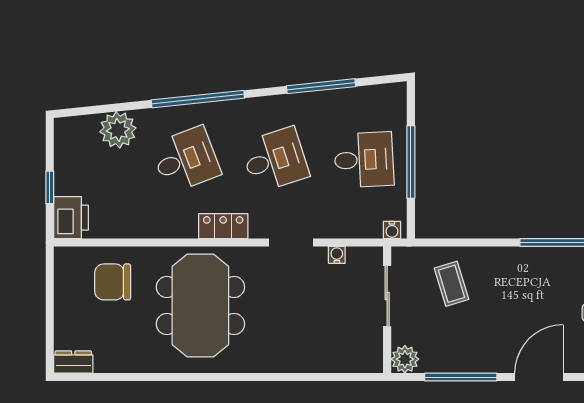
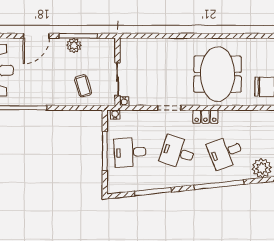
desk: (275, 160) -> (178, 152), turned 36
water cooler: (337, 255) -> (124, 101), moved
plant: (405, 359) -> (74, 45), moved

